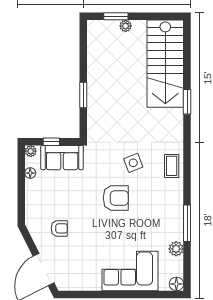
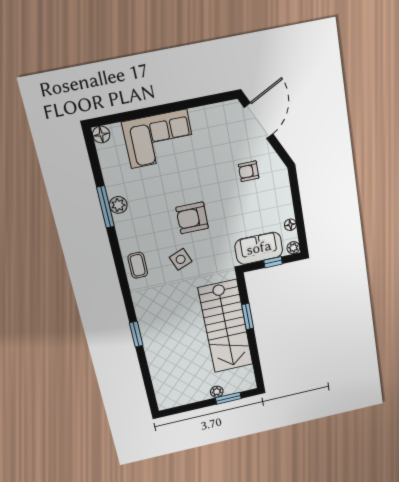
stairs: (165, 64) -> (226, 327), moved, turned 180
plant: (176, 249) -> (118, 205), moved

